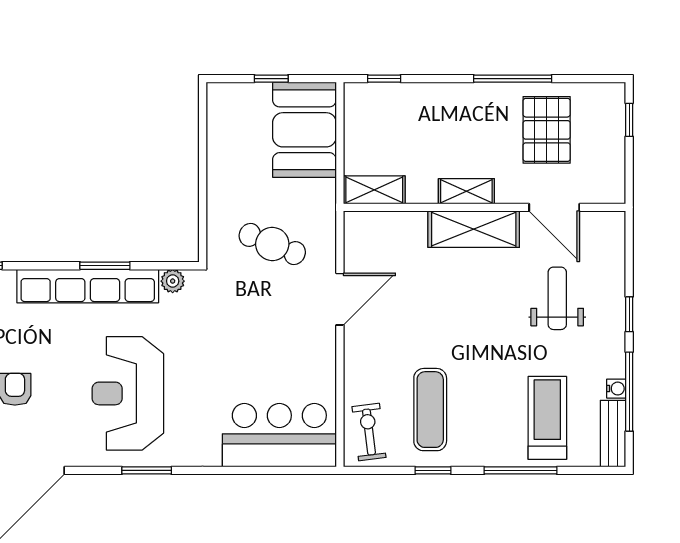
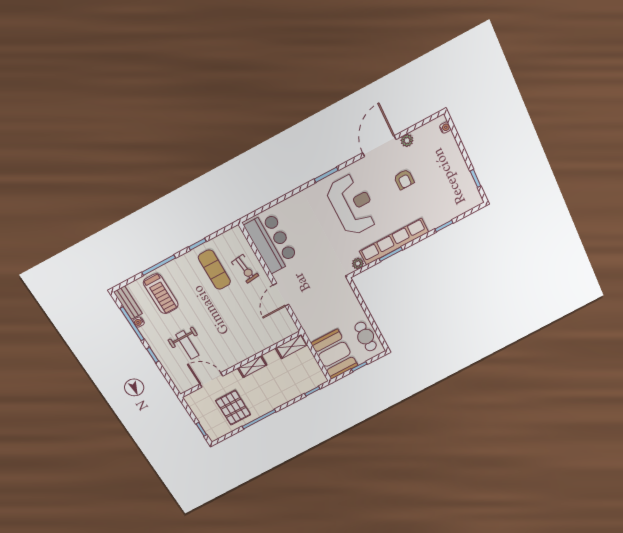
shelving: (474, 229) -> (240, 353), removed
cafe table: (272, 244) -> (366, 337), moved, turned 68
exercise bike: (369, 432) -> (245, 269), moved
bar counter: (279, 435) -> (271, 242), moved, turned -90

